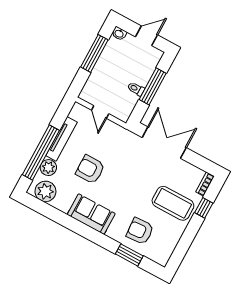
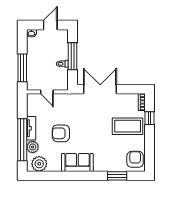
window: (94, 53) -> (22, 68), moved
tv unit: (61, 139) -> (31, 128), width x0.71
armchair: (140, 231) -> (135, 159), moved, turned 94

